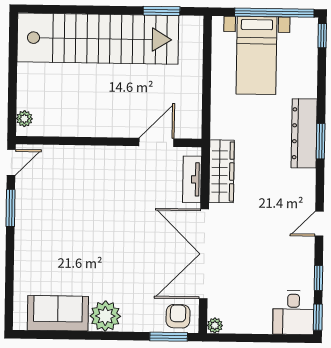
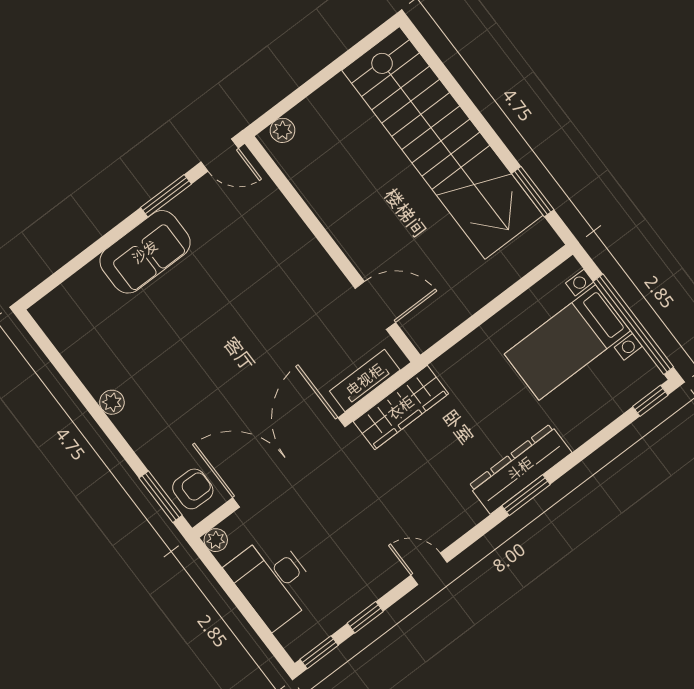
sofa: (58, 313) -> (145, 252), moved, turned 90
desk: (293, 313) -> (273, 581), moved, width x1.37
plant: (105, 316) -> (112, 402), width x0.53, depth x0.53

